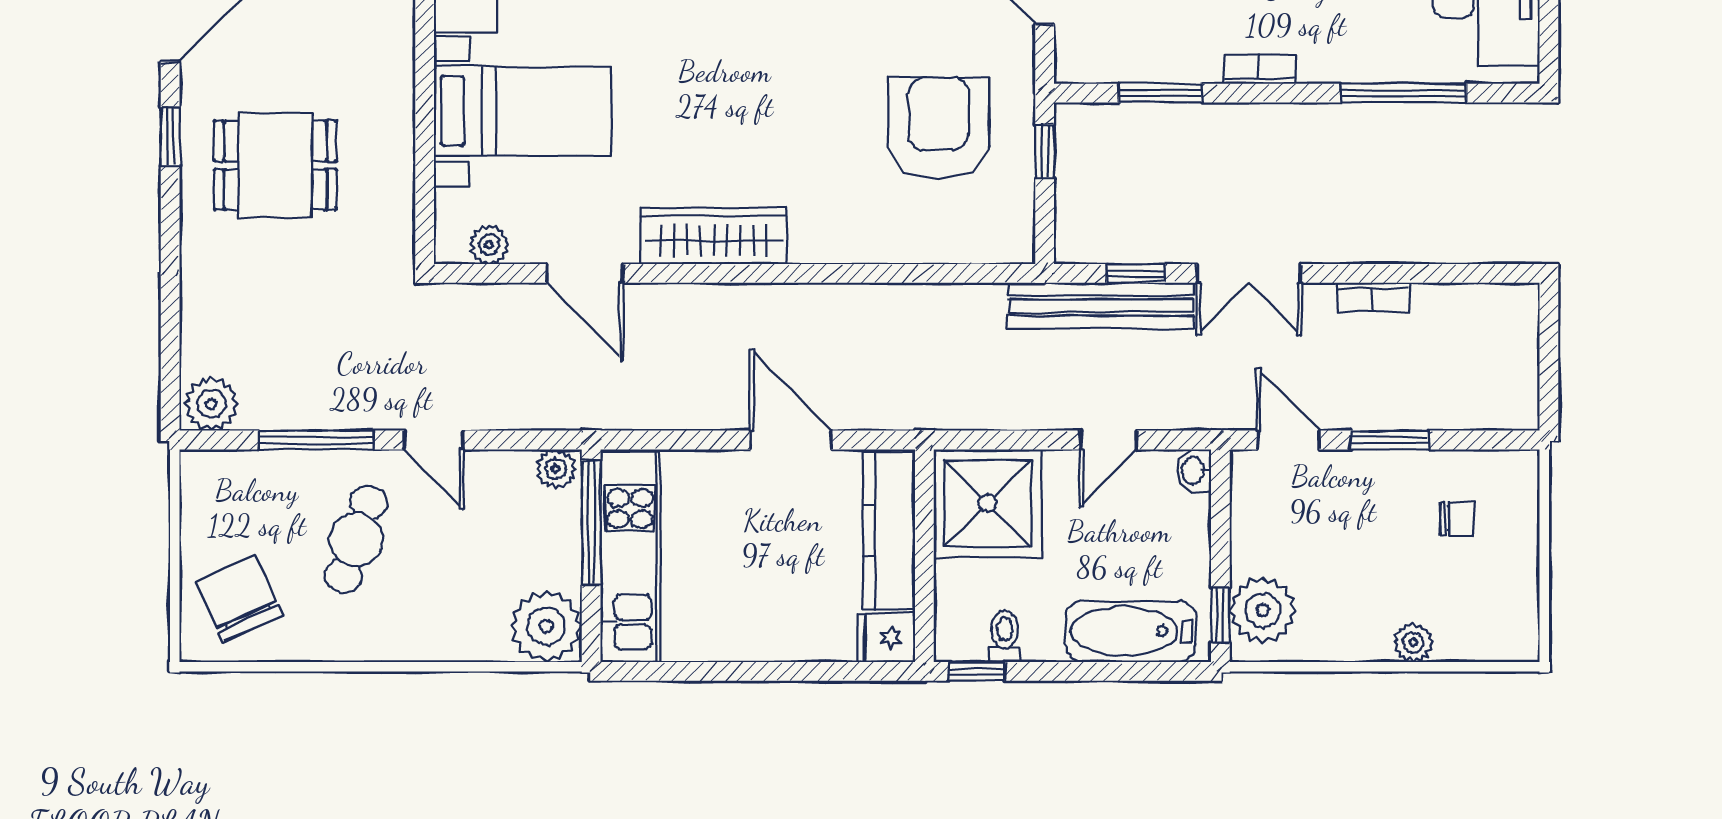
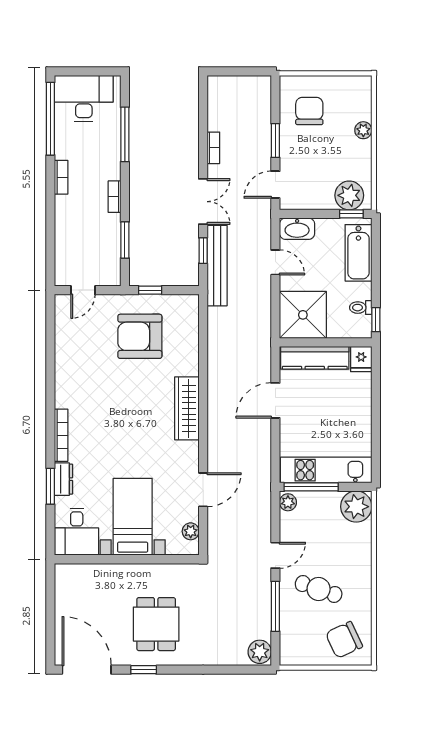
wardrobe: (714, 236) -> (187, 408), moved
washbasin: (1194, 471) -> (297, 229), width x1.91, depth x1.45
chair: (1457, 518) -> (309, 111), width x1.87, depth x1.87

